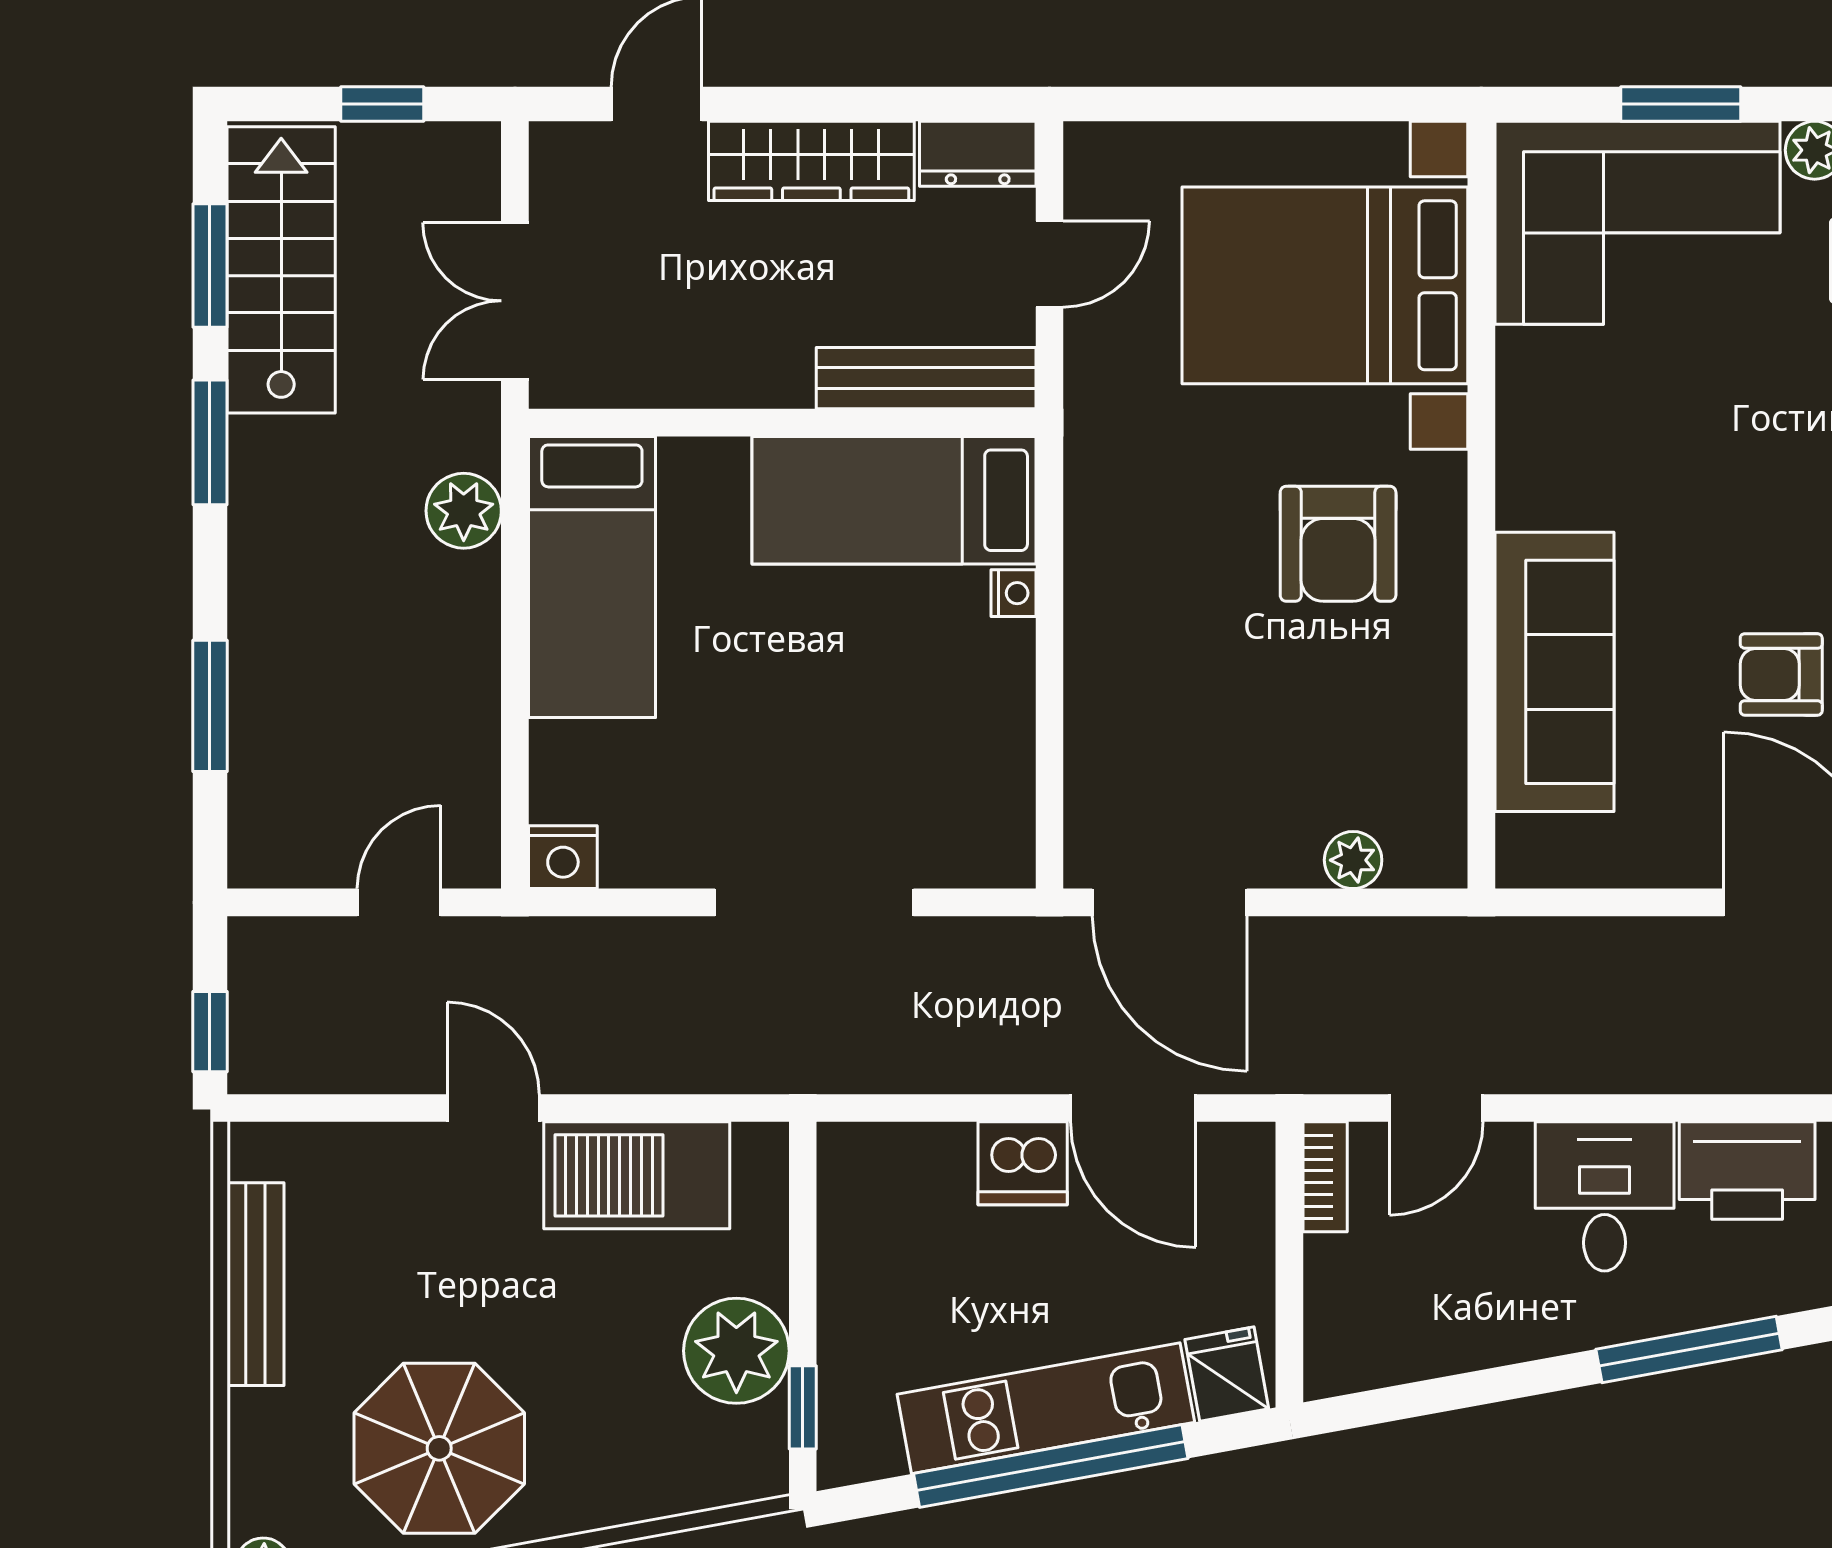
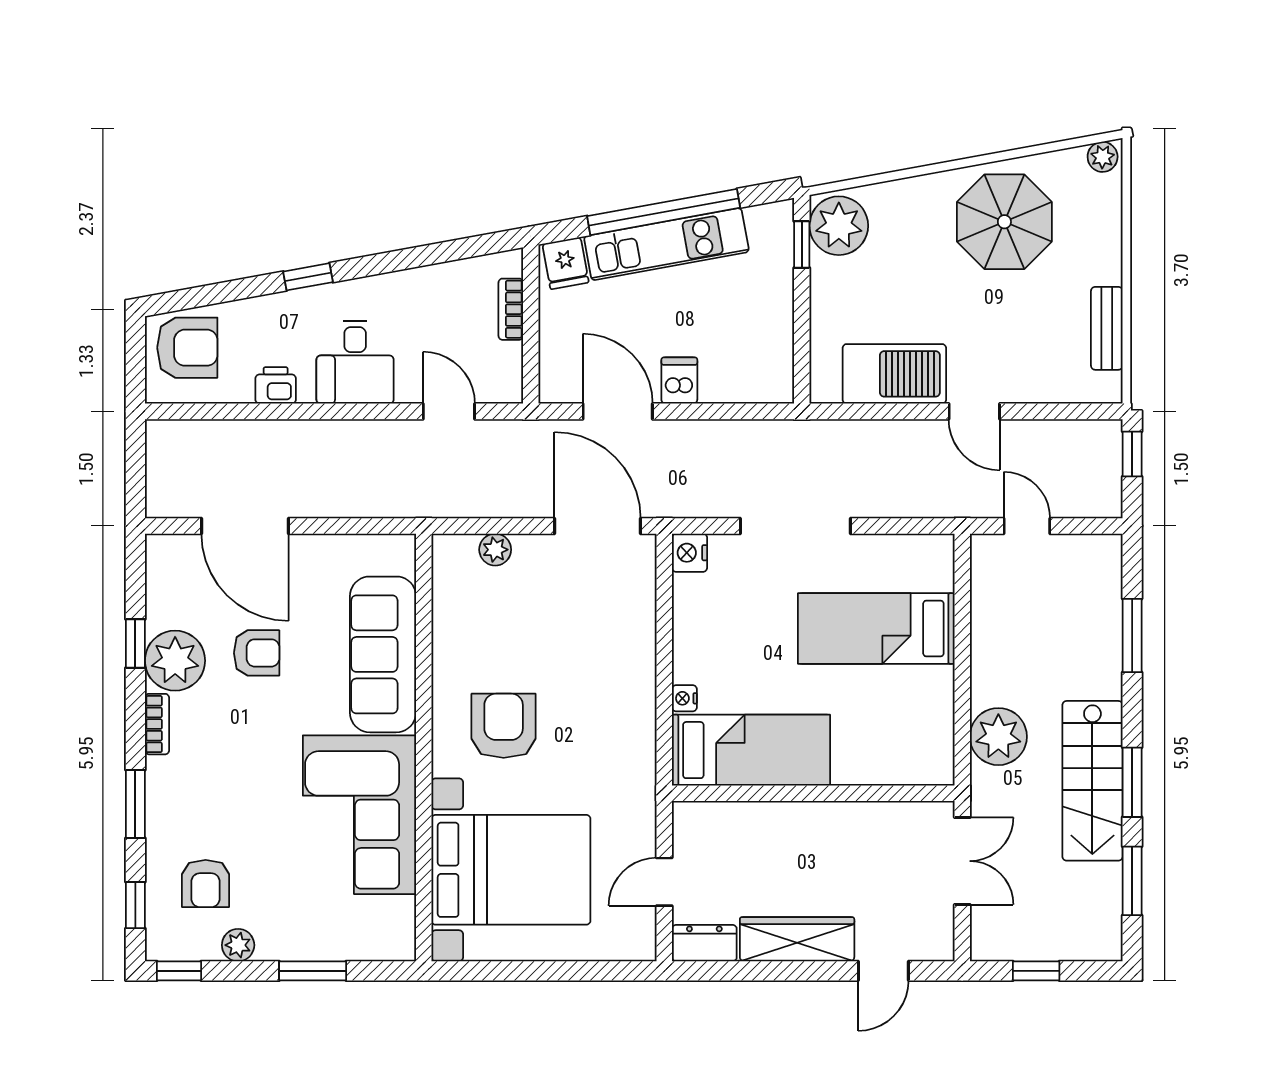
corner sofa: (1638, 223) -> (359, 815), moved, turned -90
stairs: (281, 270) -> (1092, 781), moved
bench: (926, 378) -> (733, 818), removed
plant: (464, 511) -> (998, 737), width x1.36, depth x1.36
bed: (592, 577) -> (876, 628), moved, turned -90
nightstand: (563, 857) -> (690, 553), moved, turned -90
door: (399, 902) -> (1027, 526), swing flipped
door: (1436, 1108) -> (449, 411), hinge flipped
dishwasher: (1023, 1163) -> (679, 381), width x0.73
printer: (1747, 1170) -> (276, 385), width x0.53, depth x0.68
bookcase: (1325, 1177) -> (511, 309), moved
bench: (255, 1284) -> (1107, 328), width x0.73
window: (1689, 1350) -> (308, 277), width x0.46
plant: (736, 1351) -> (839, 226), moved

